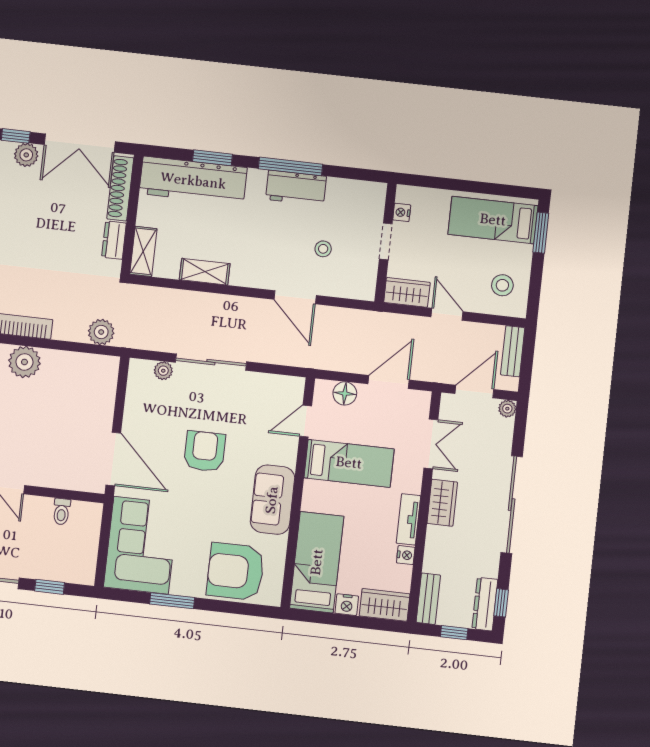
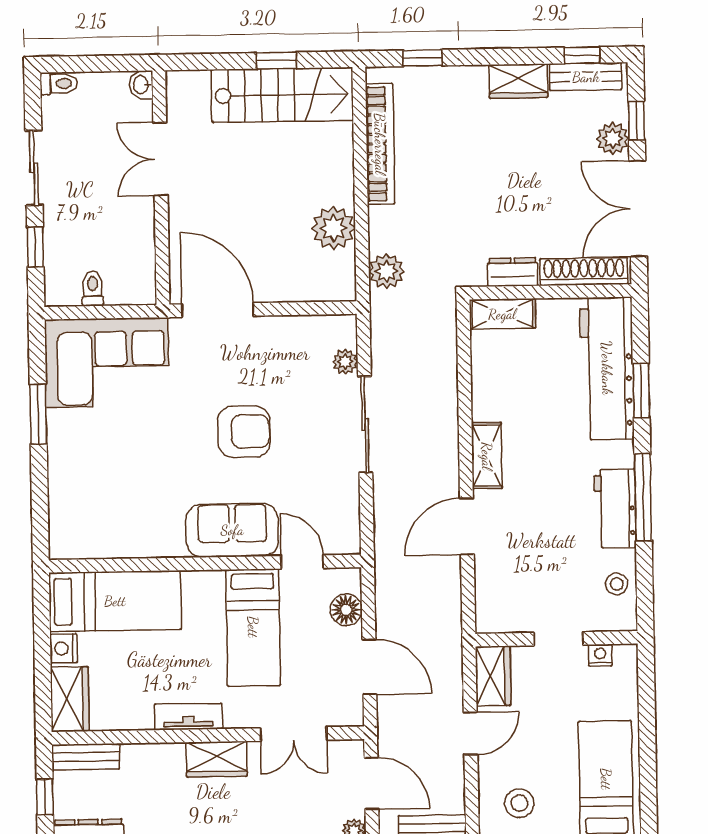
stool: (323, 249) -> (617, 584), moved
shelving: (205, 272) -> (487, 456), moved
plant: (24, 362) -> (334, 228), moved
door: (113, 459) -> (218, 310), swing flipped
sofa: (272, 500) -> (232, 530), moved
toilet: (62, 512) -> (93, 288), moved, turned 90
nightstand: (406, 555) -> (140, 719), removed
armchair: (236, 572) -> (88, 494), removed

